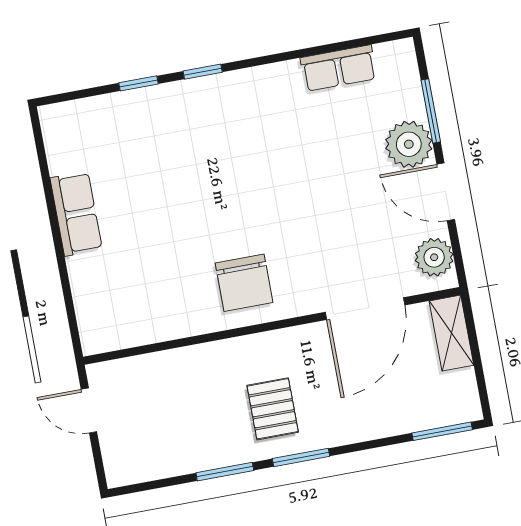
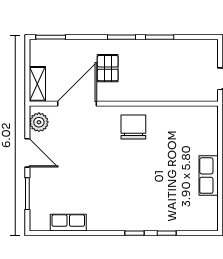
plant: (409, 144) -> (41, 179), removed
pallet: (273, 409) -> (108, 68), moved

